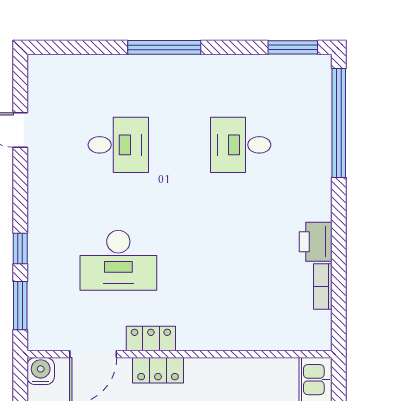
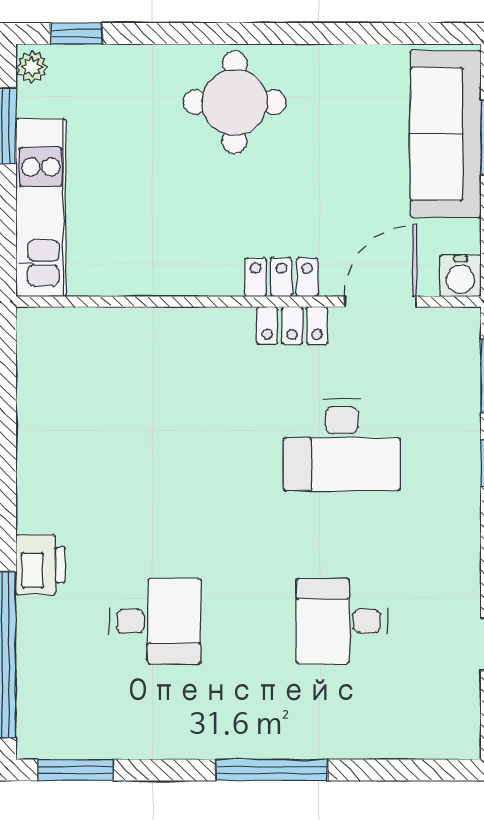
printer: (316, 242) -> (41, 565), moved
desk: (118, 260) -> (342, 445), turned 180
bookcase: (323, 287) -> (30, 405), removed

